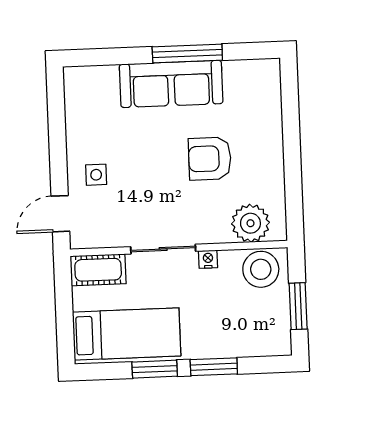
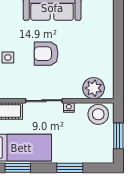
armchair: (210, 159) -> (46, 54), moved
window: (155, 369) -> (18, 168), moved

